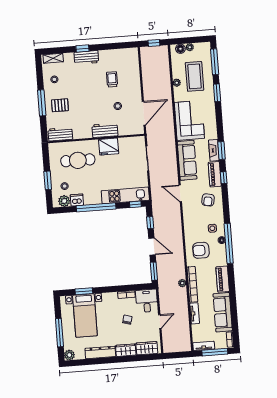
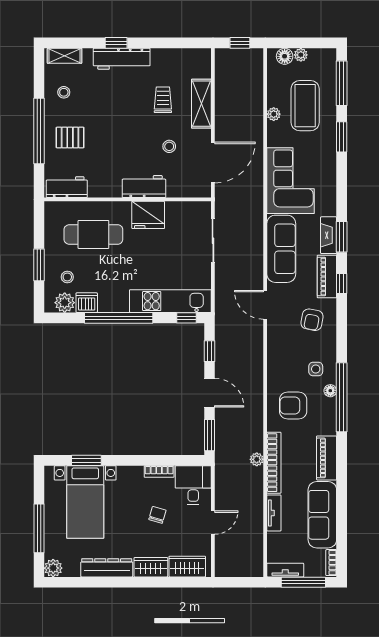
workbench: (86, 57) -> (122, 59), width x1.37
shelving: (134, 80) -> (201, 104), added
window: (42, 103) -> (39, 131), width x1.46

